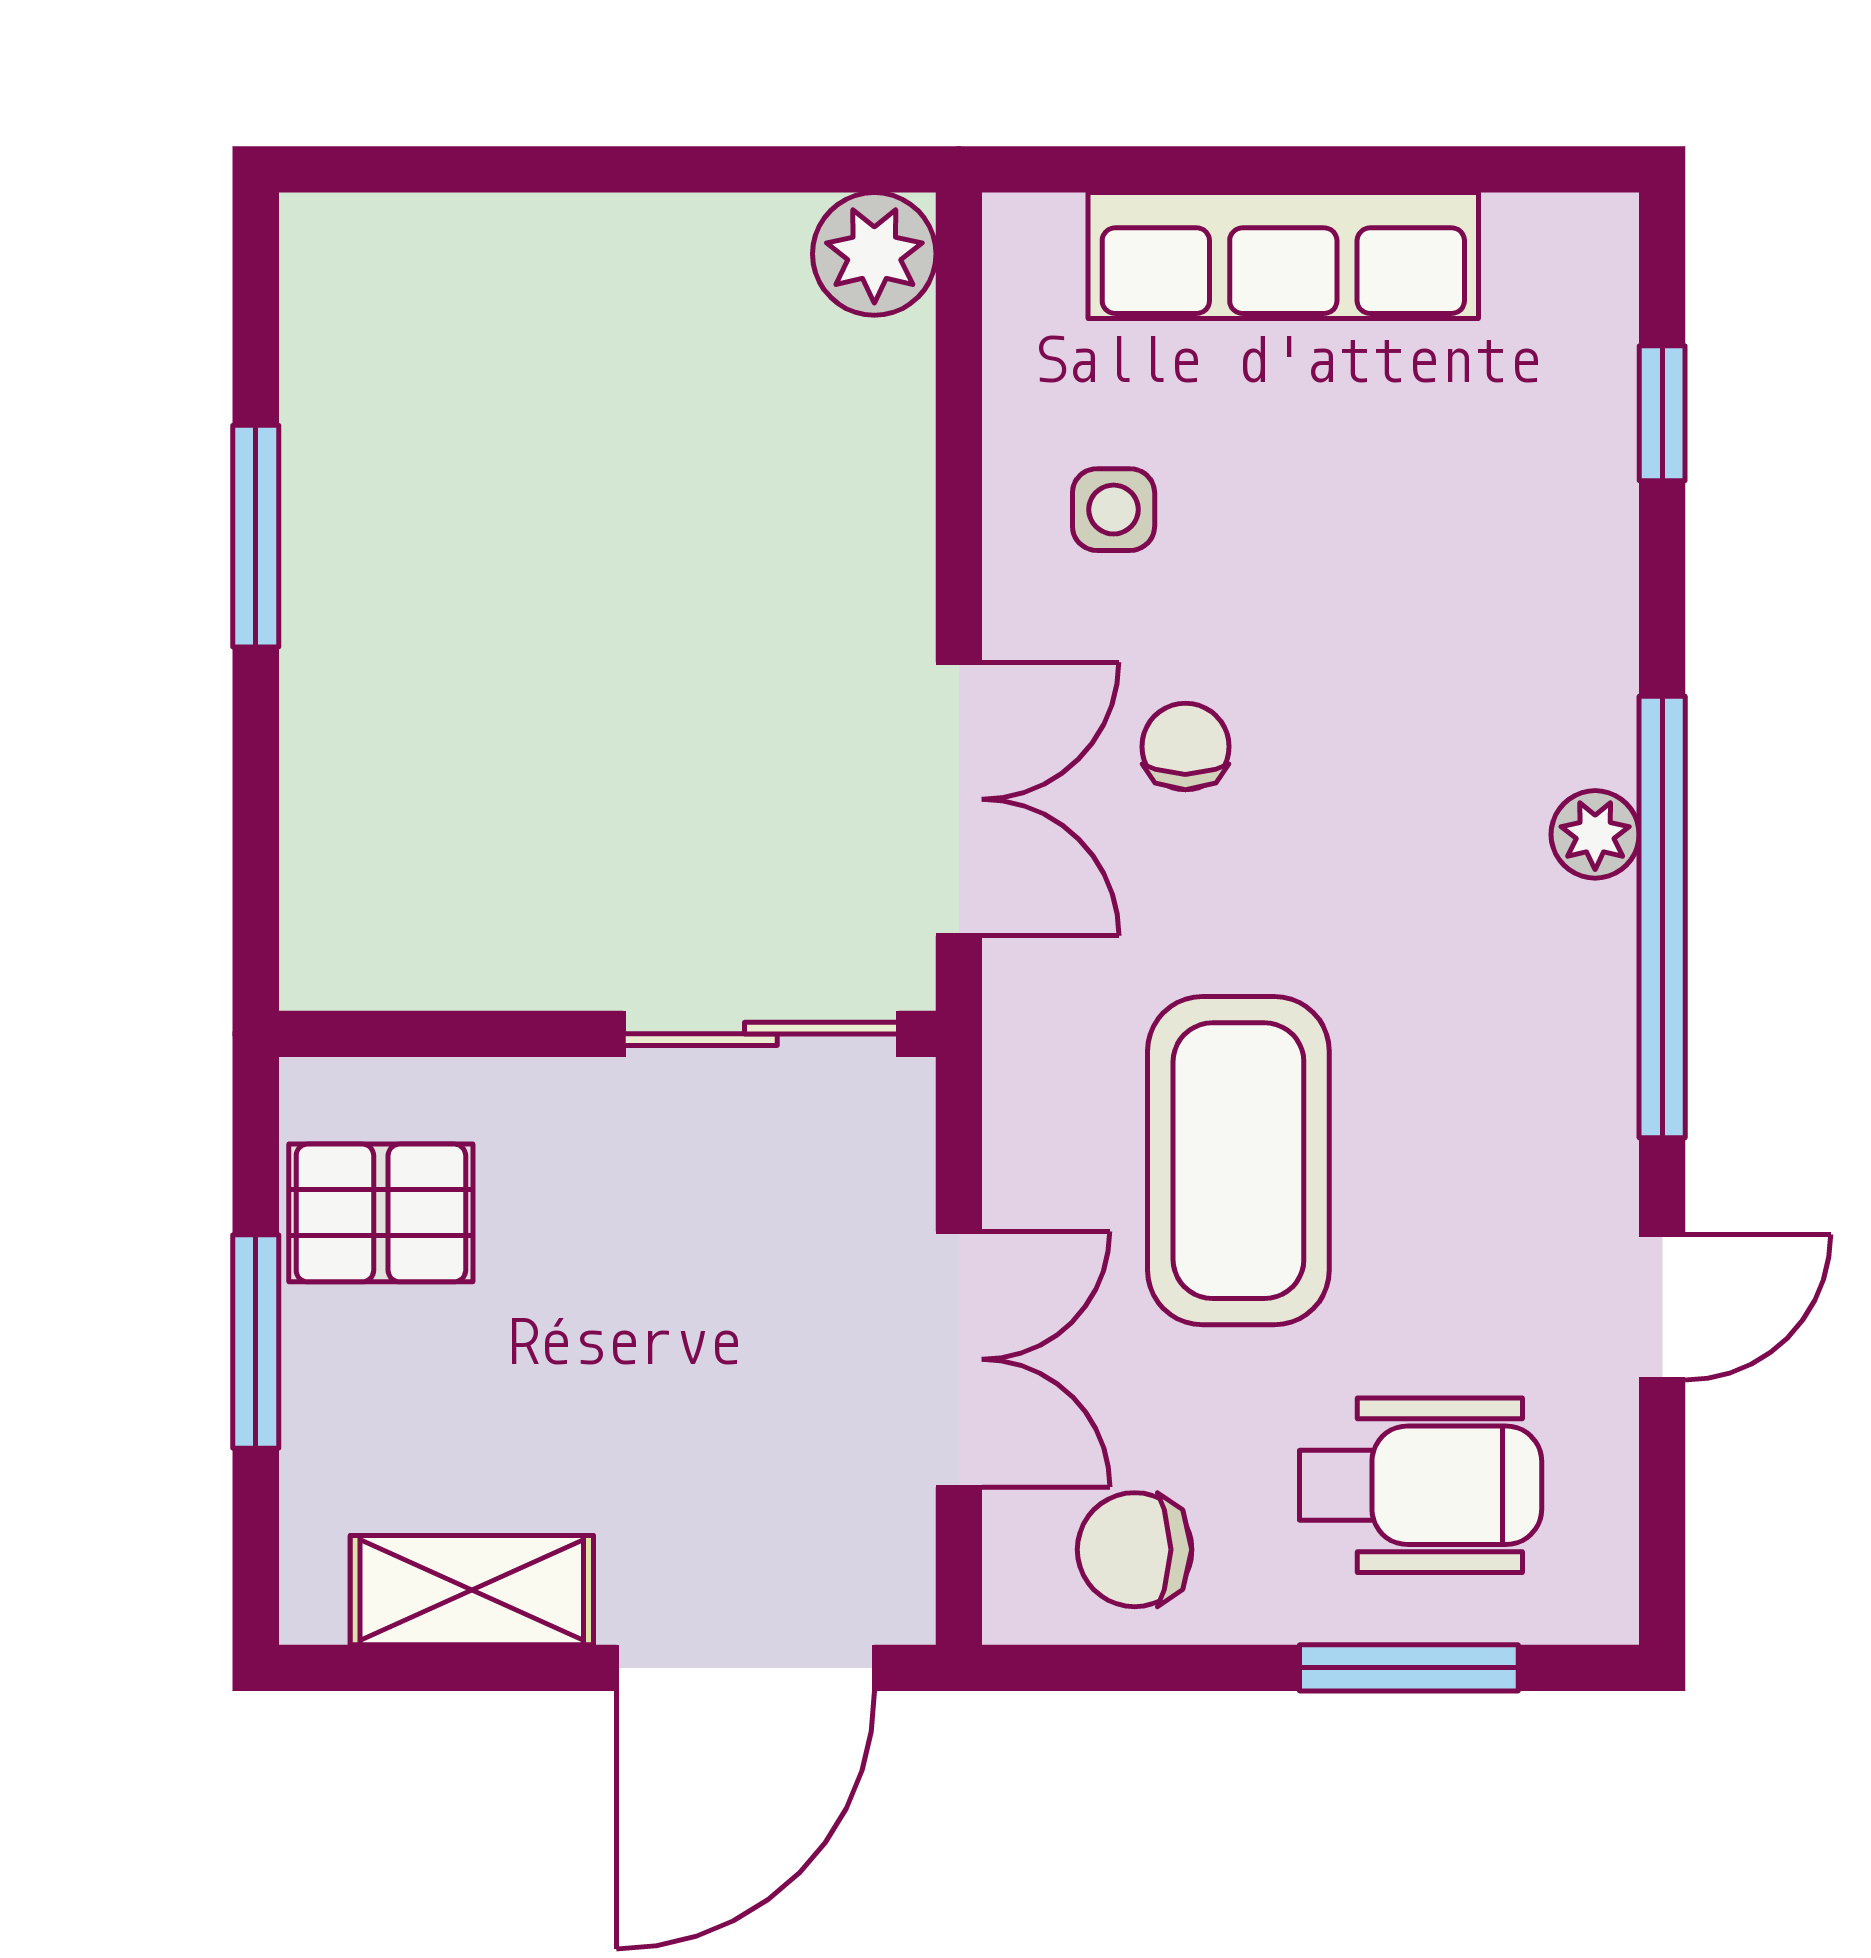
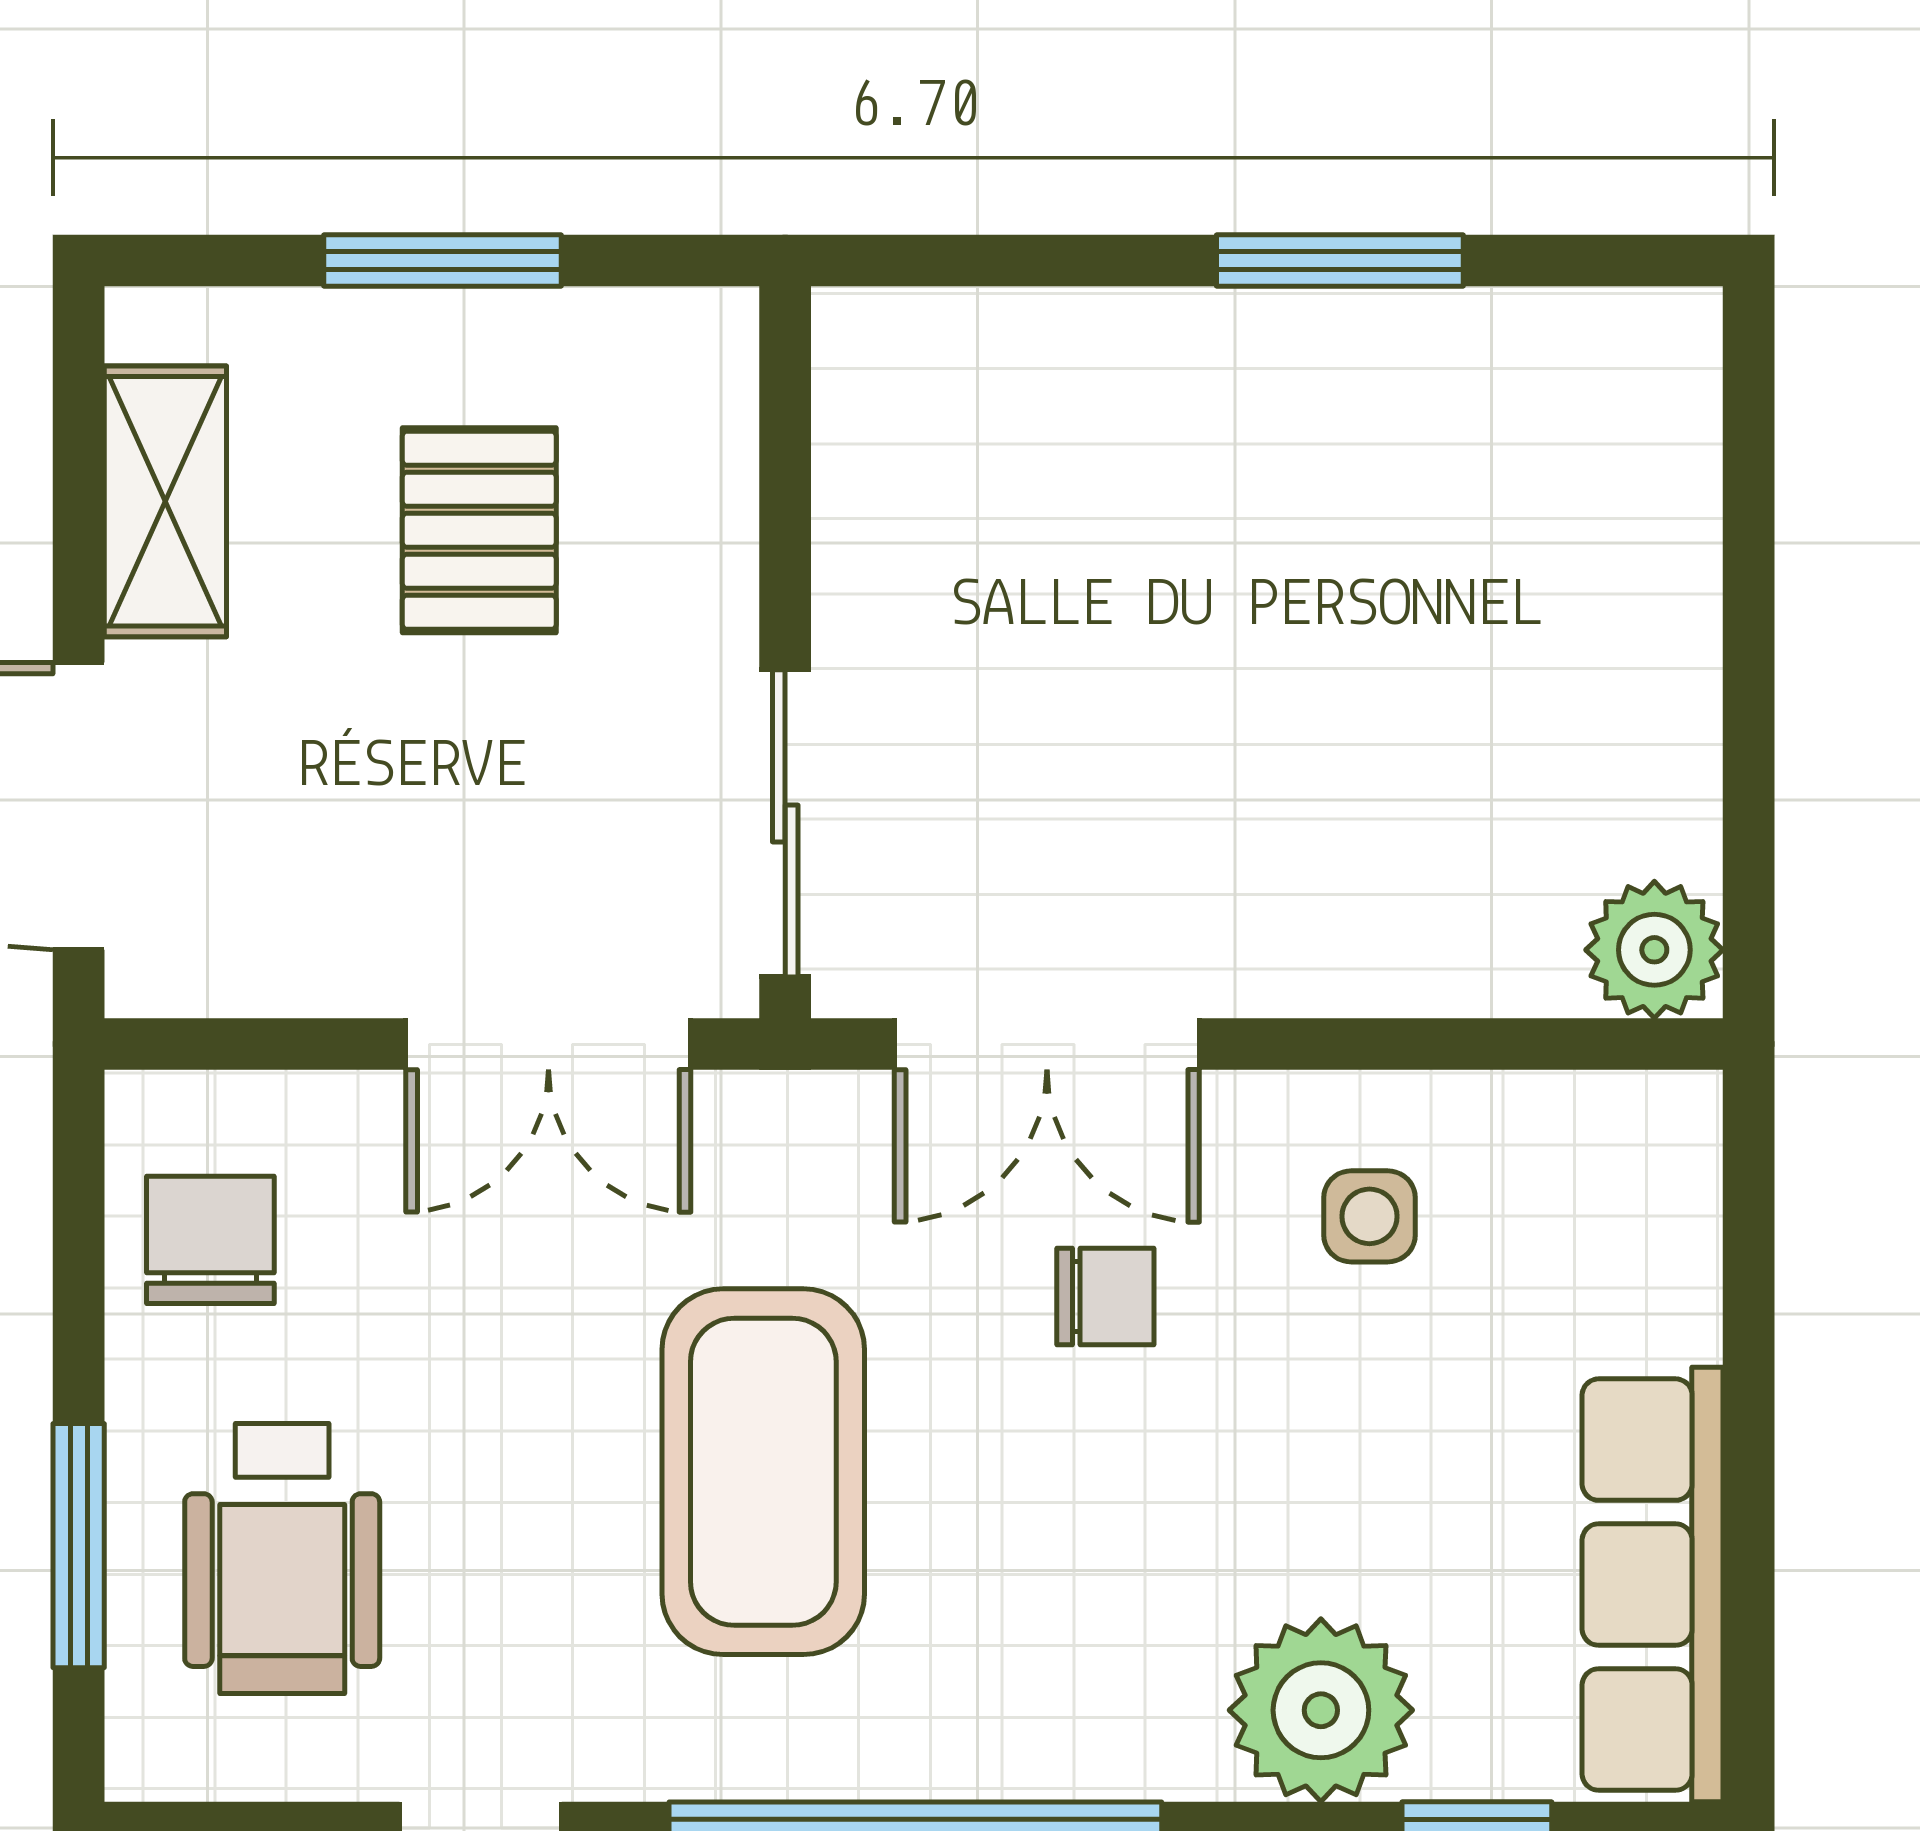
row of seats: (1283, 256) -> (1653, 1585), moved
plant: (1595, 834) -> (1321, 1710), moved, width x1.87, depth x1.87
coffee table: (1238, 1161) -> (763, 1472), moved, turned 90
pallet: (381, 1213) -> (479, 530), moved
double door: (959, 1359) -> (548, 1044), moved

